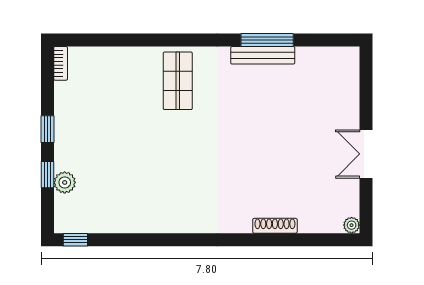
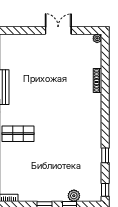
double door: (366, 154) -> (58, 30), swing flipped
window: (138, 240) -> (105, 155), added

